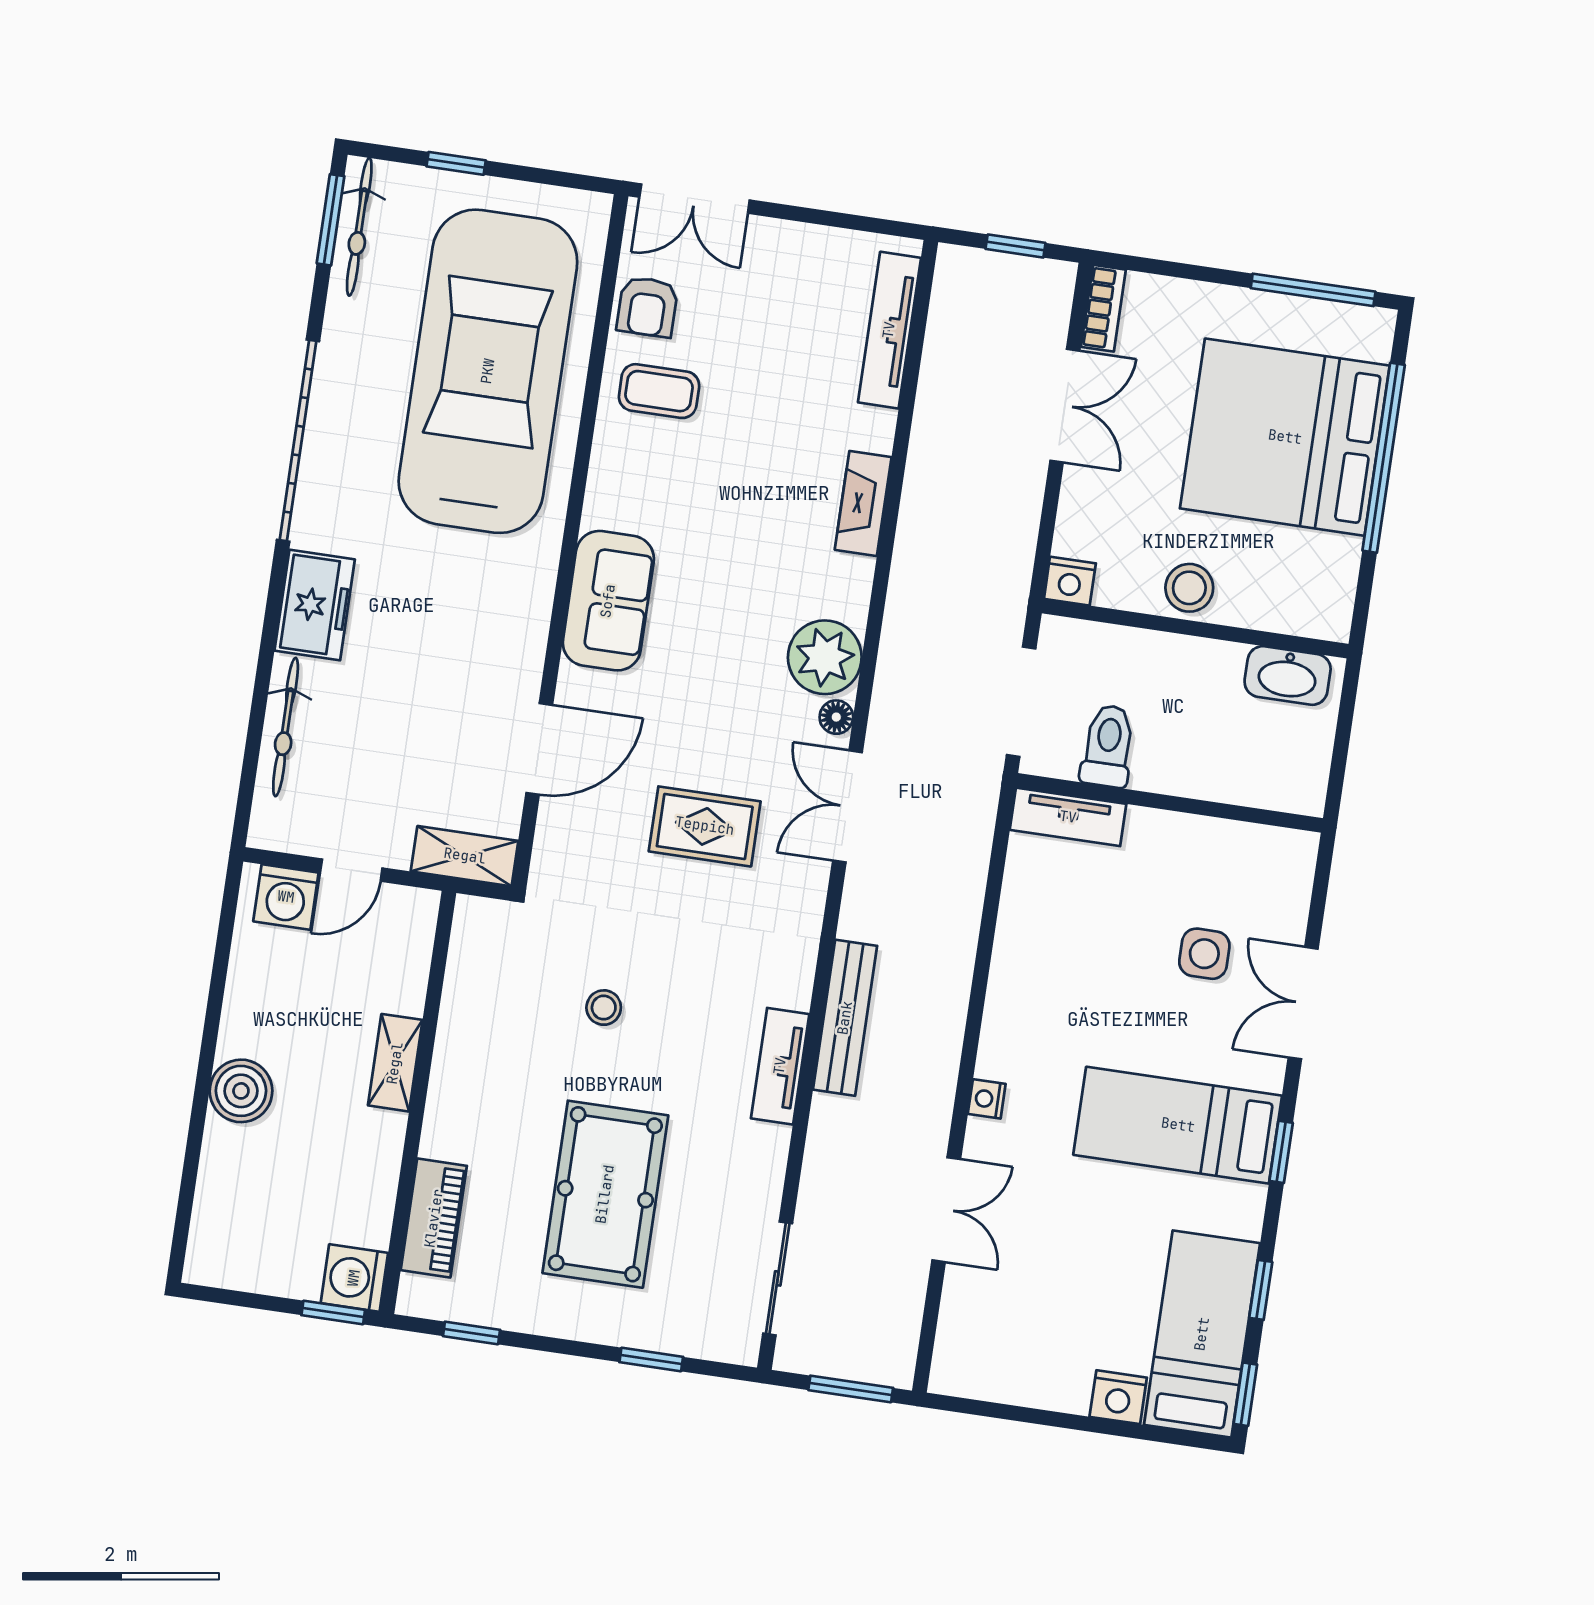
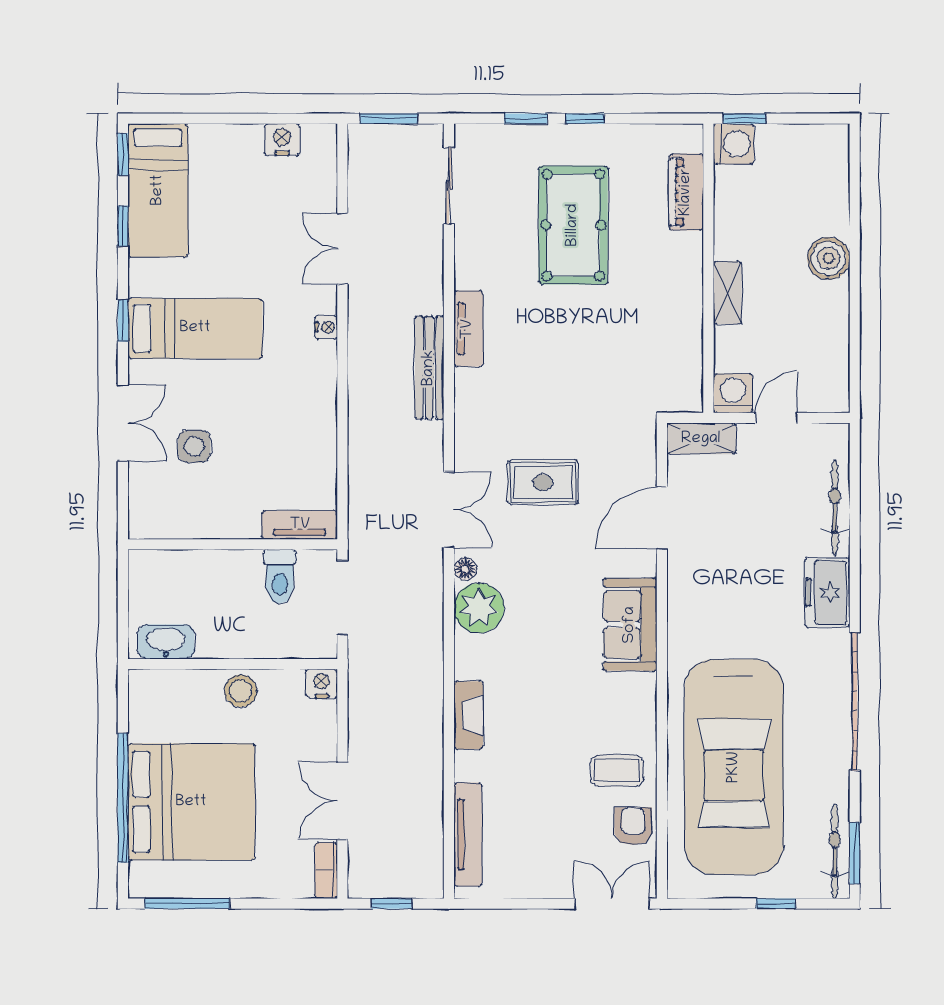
washing machine: (286, 897) -> (733, 393), moved
stool: (604, 1008) -> (593, 351), removed
window: (471, 1333) -> (585, 119), moved
nightstand: (1118, 1397) -> (282, 140), moved

